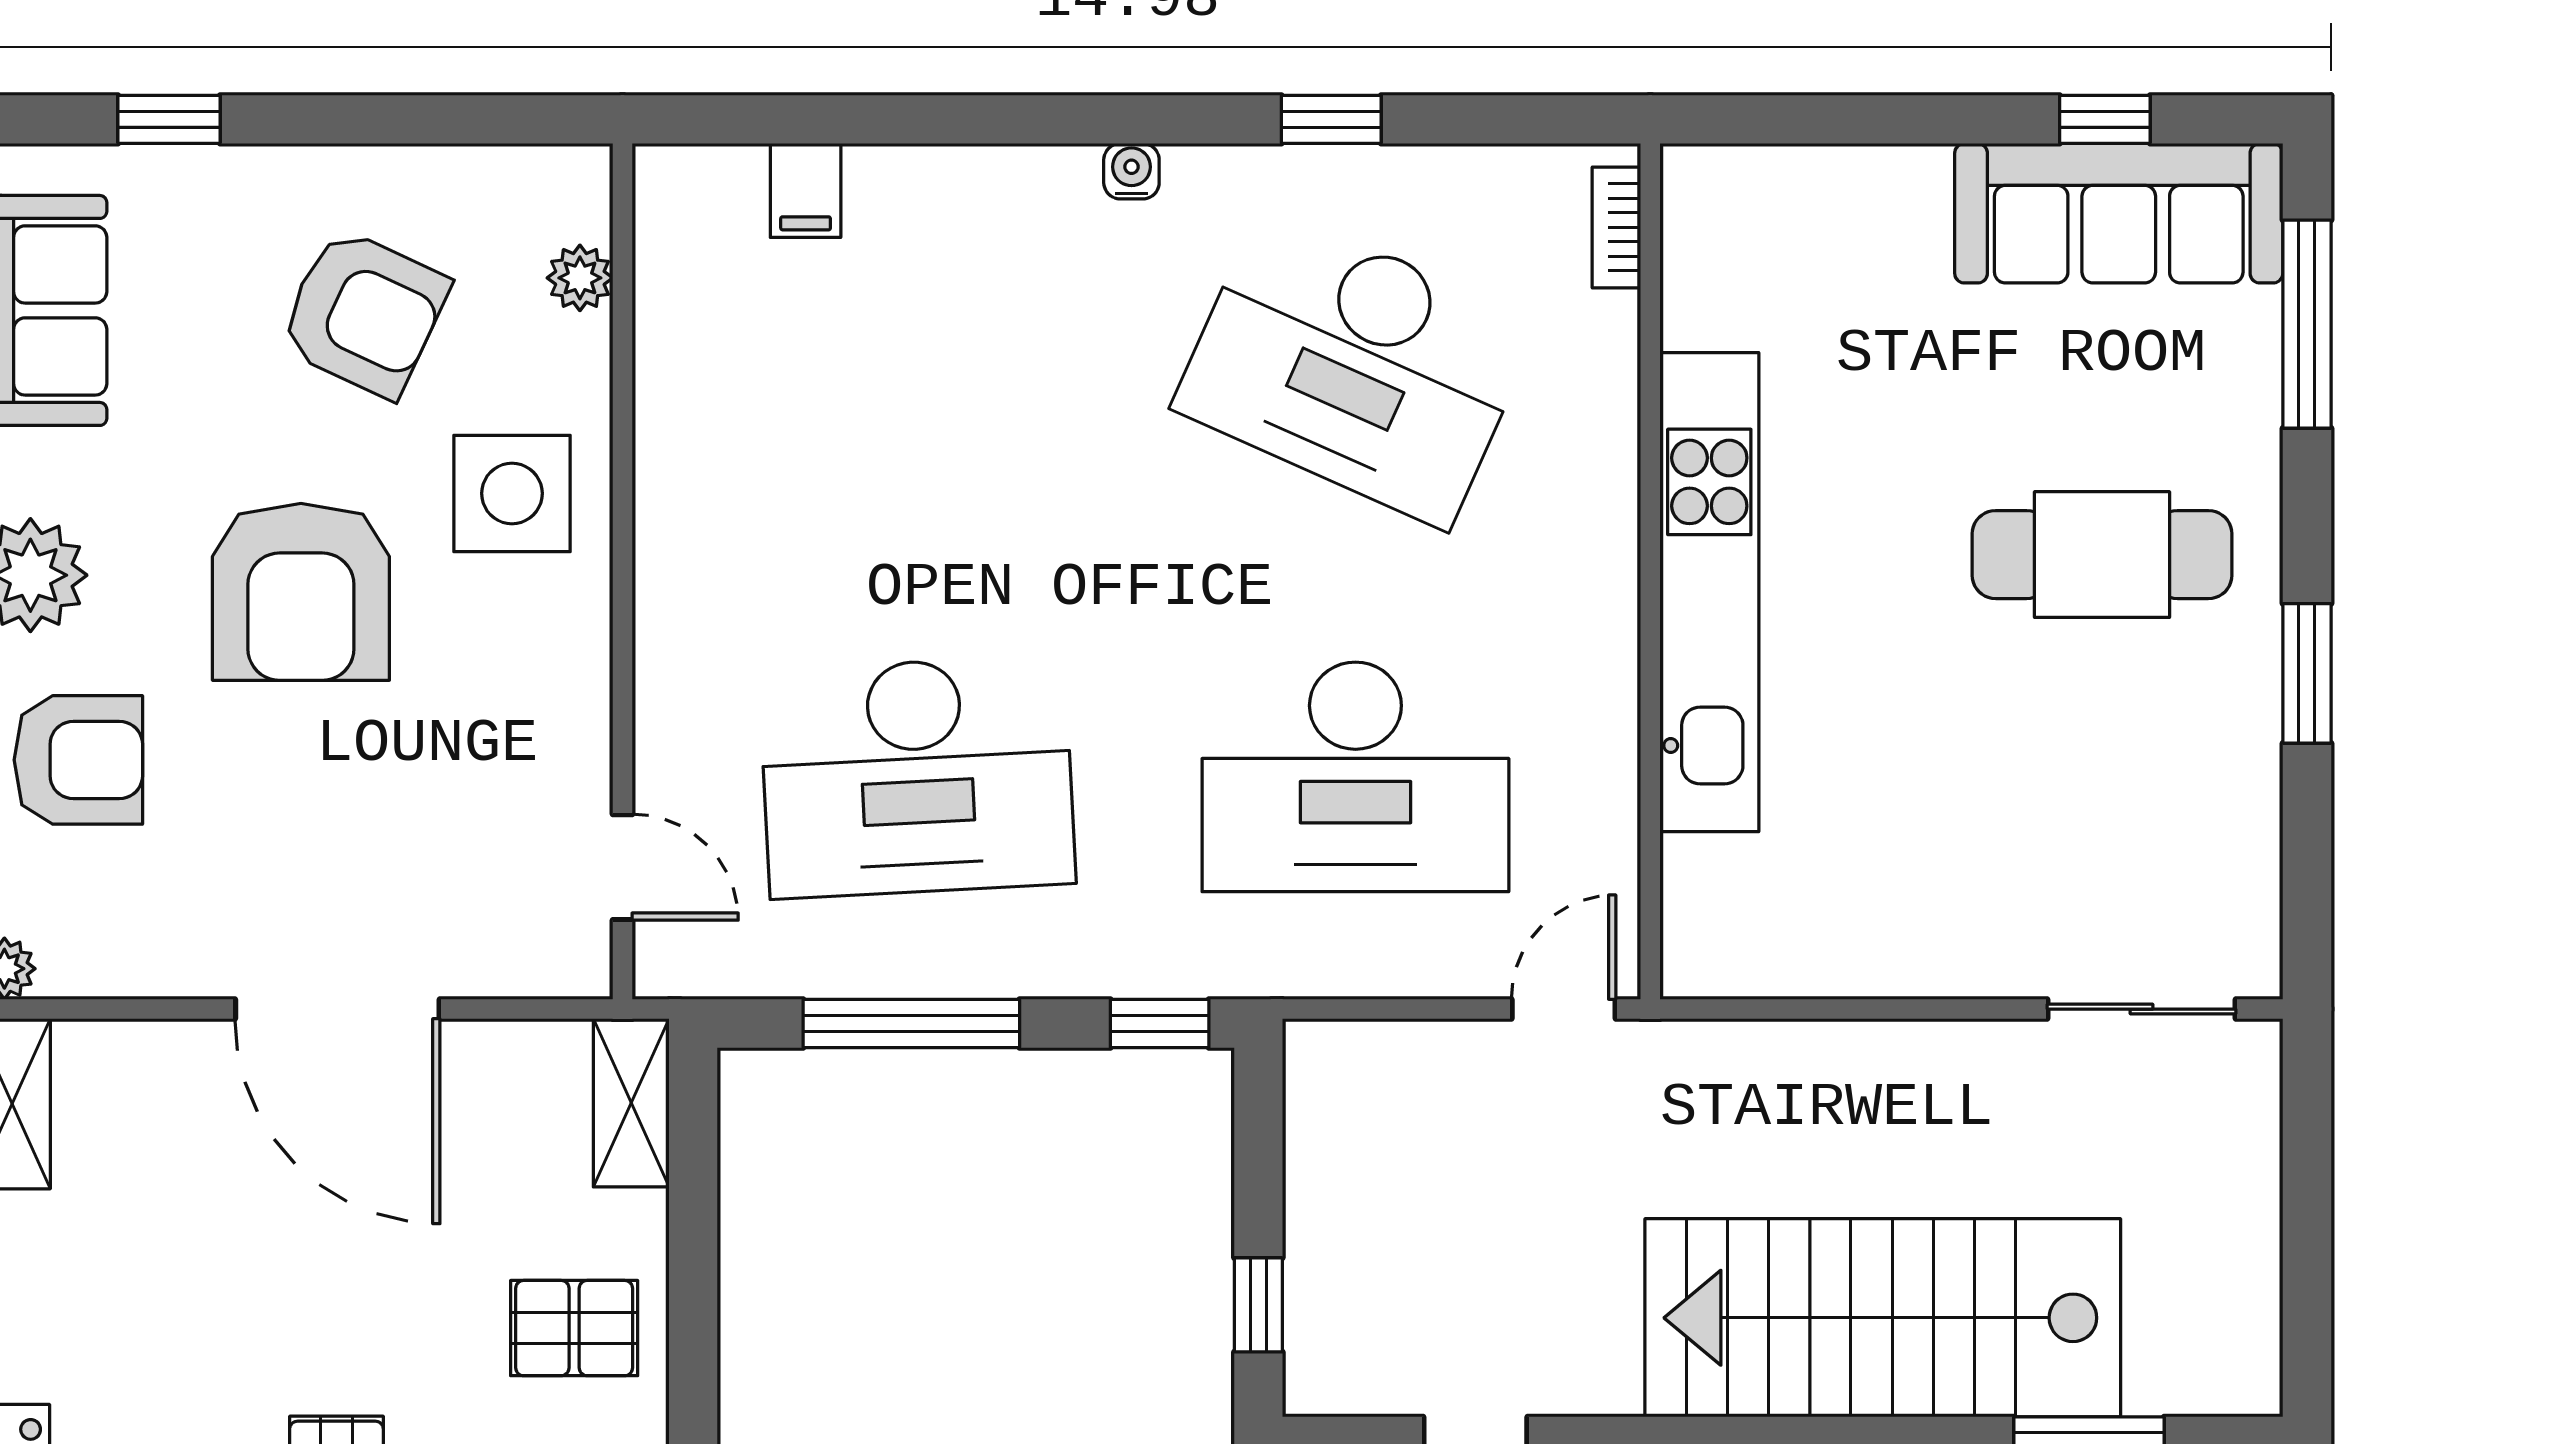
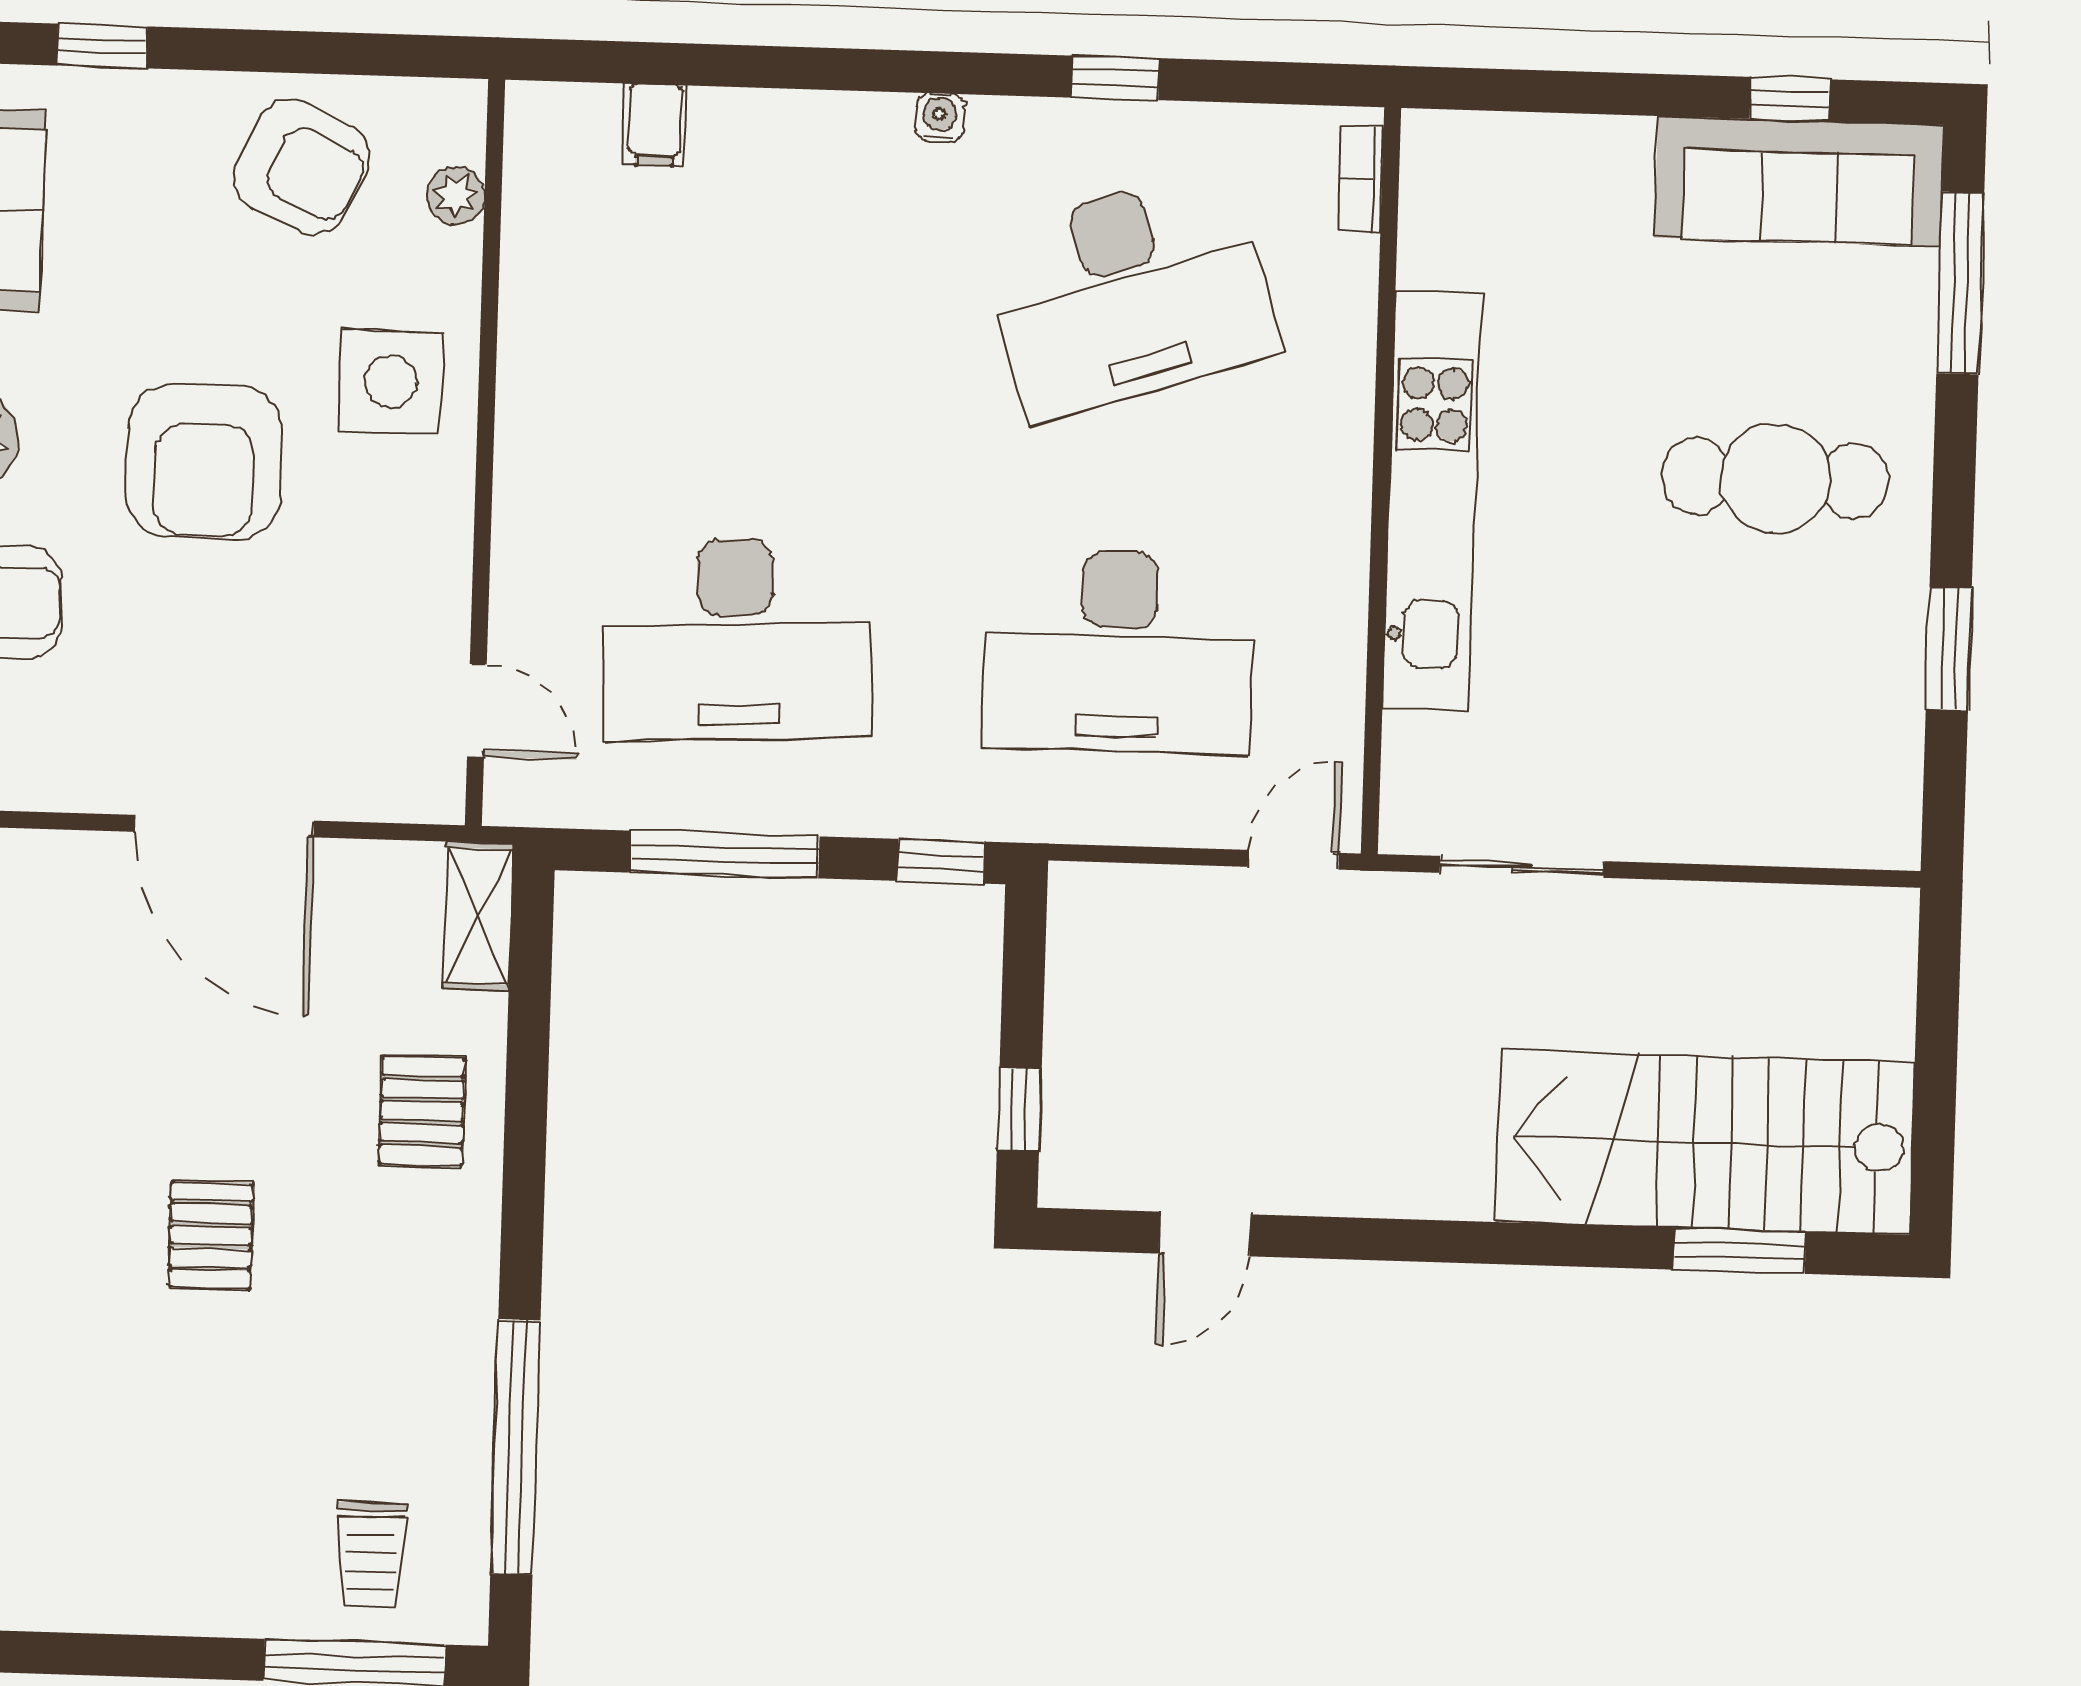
armchair: (364, 313) -> (302, 167), moved
desk: (1355, 366) -> (1130, 294), turned -42
window: (2307, 673) -> (1949, 649), moved
sliding door: (2142, 1009) -> (1522, 867), moved
stairs: (1883, 1318) -> (1705, 1142), moved
pallet: (574, 1328) -> (422, 1111), turned 90

